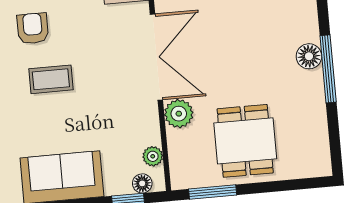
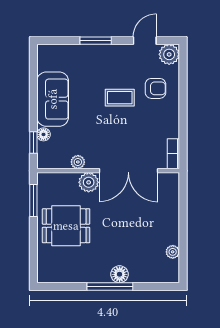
coffee table: (51, 79) -> (120, 98), turned 90
plant: (153, 156) -> (78, 162), moved
floor lamp: (142, 183) -> (43, 134), moved

